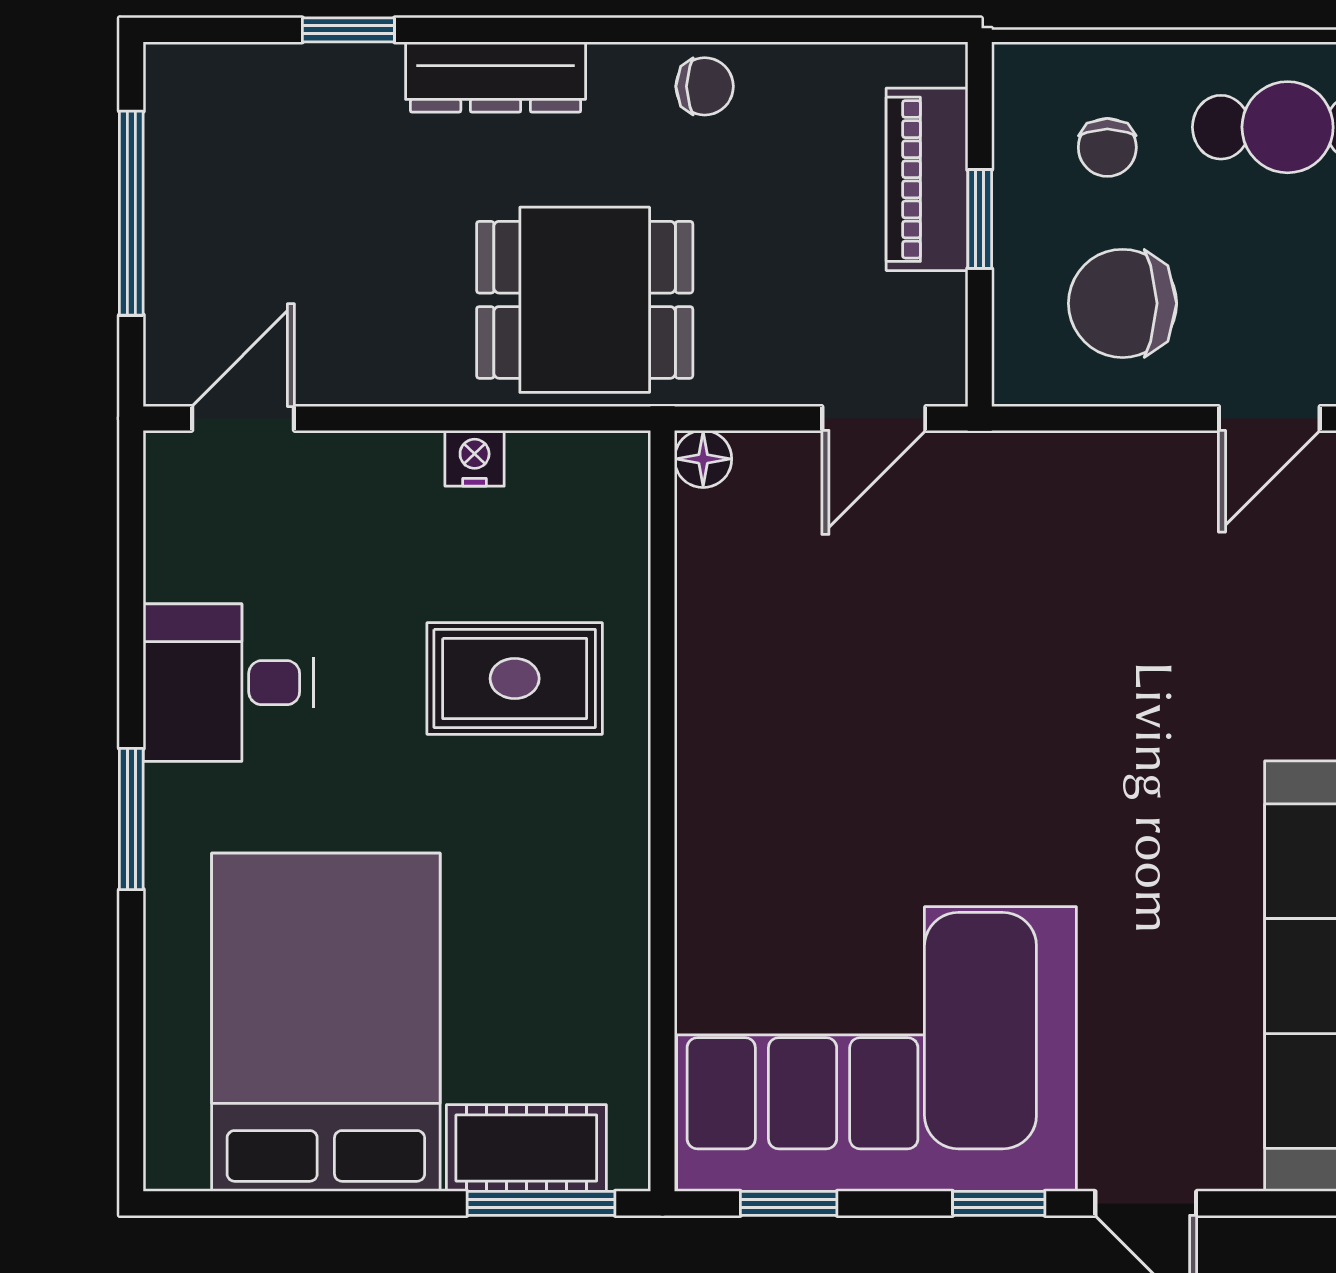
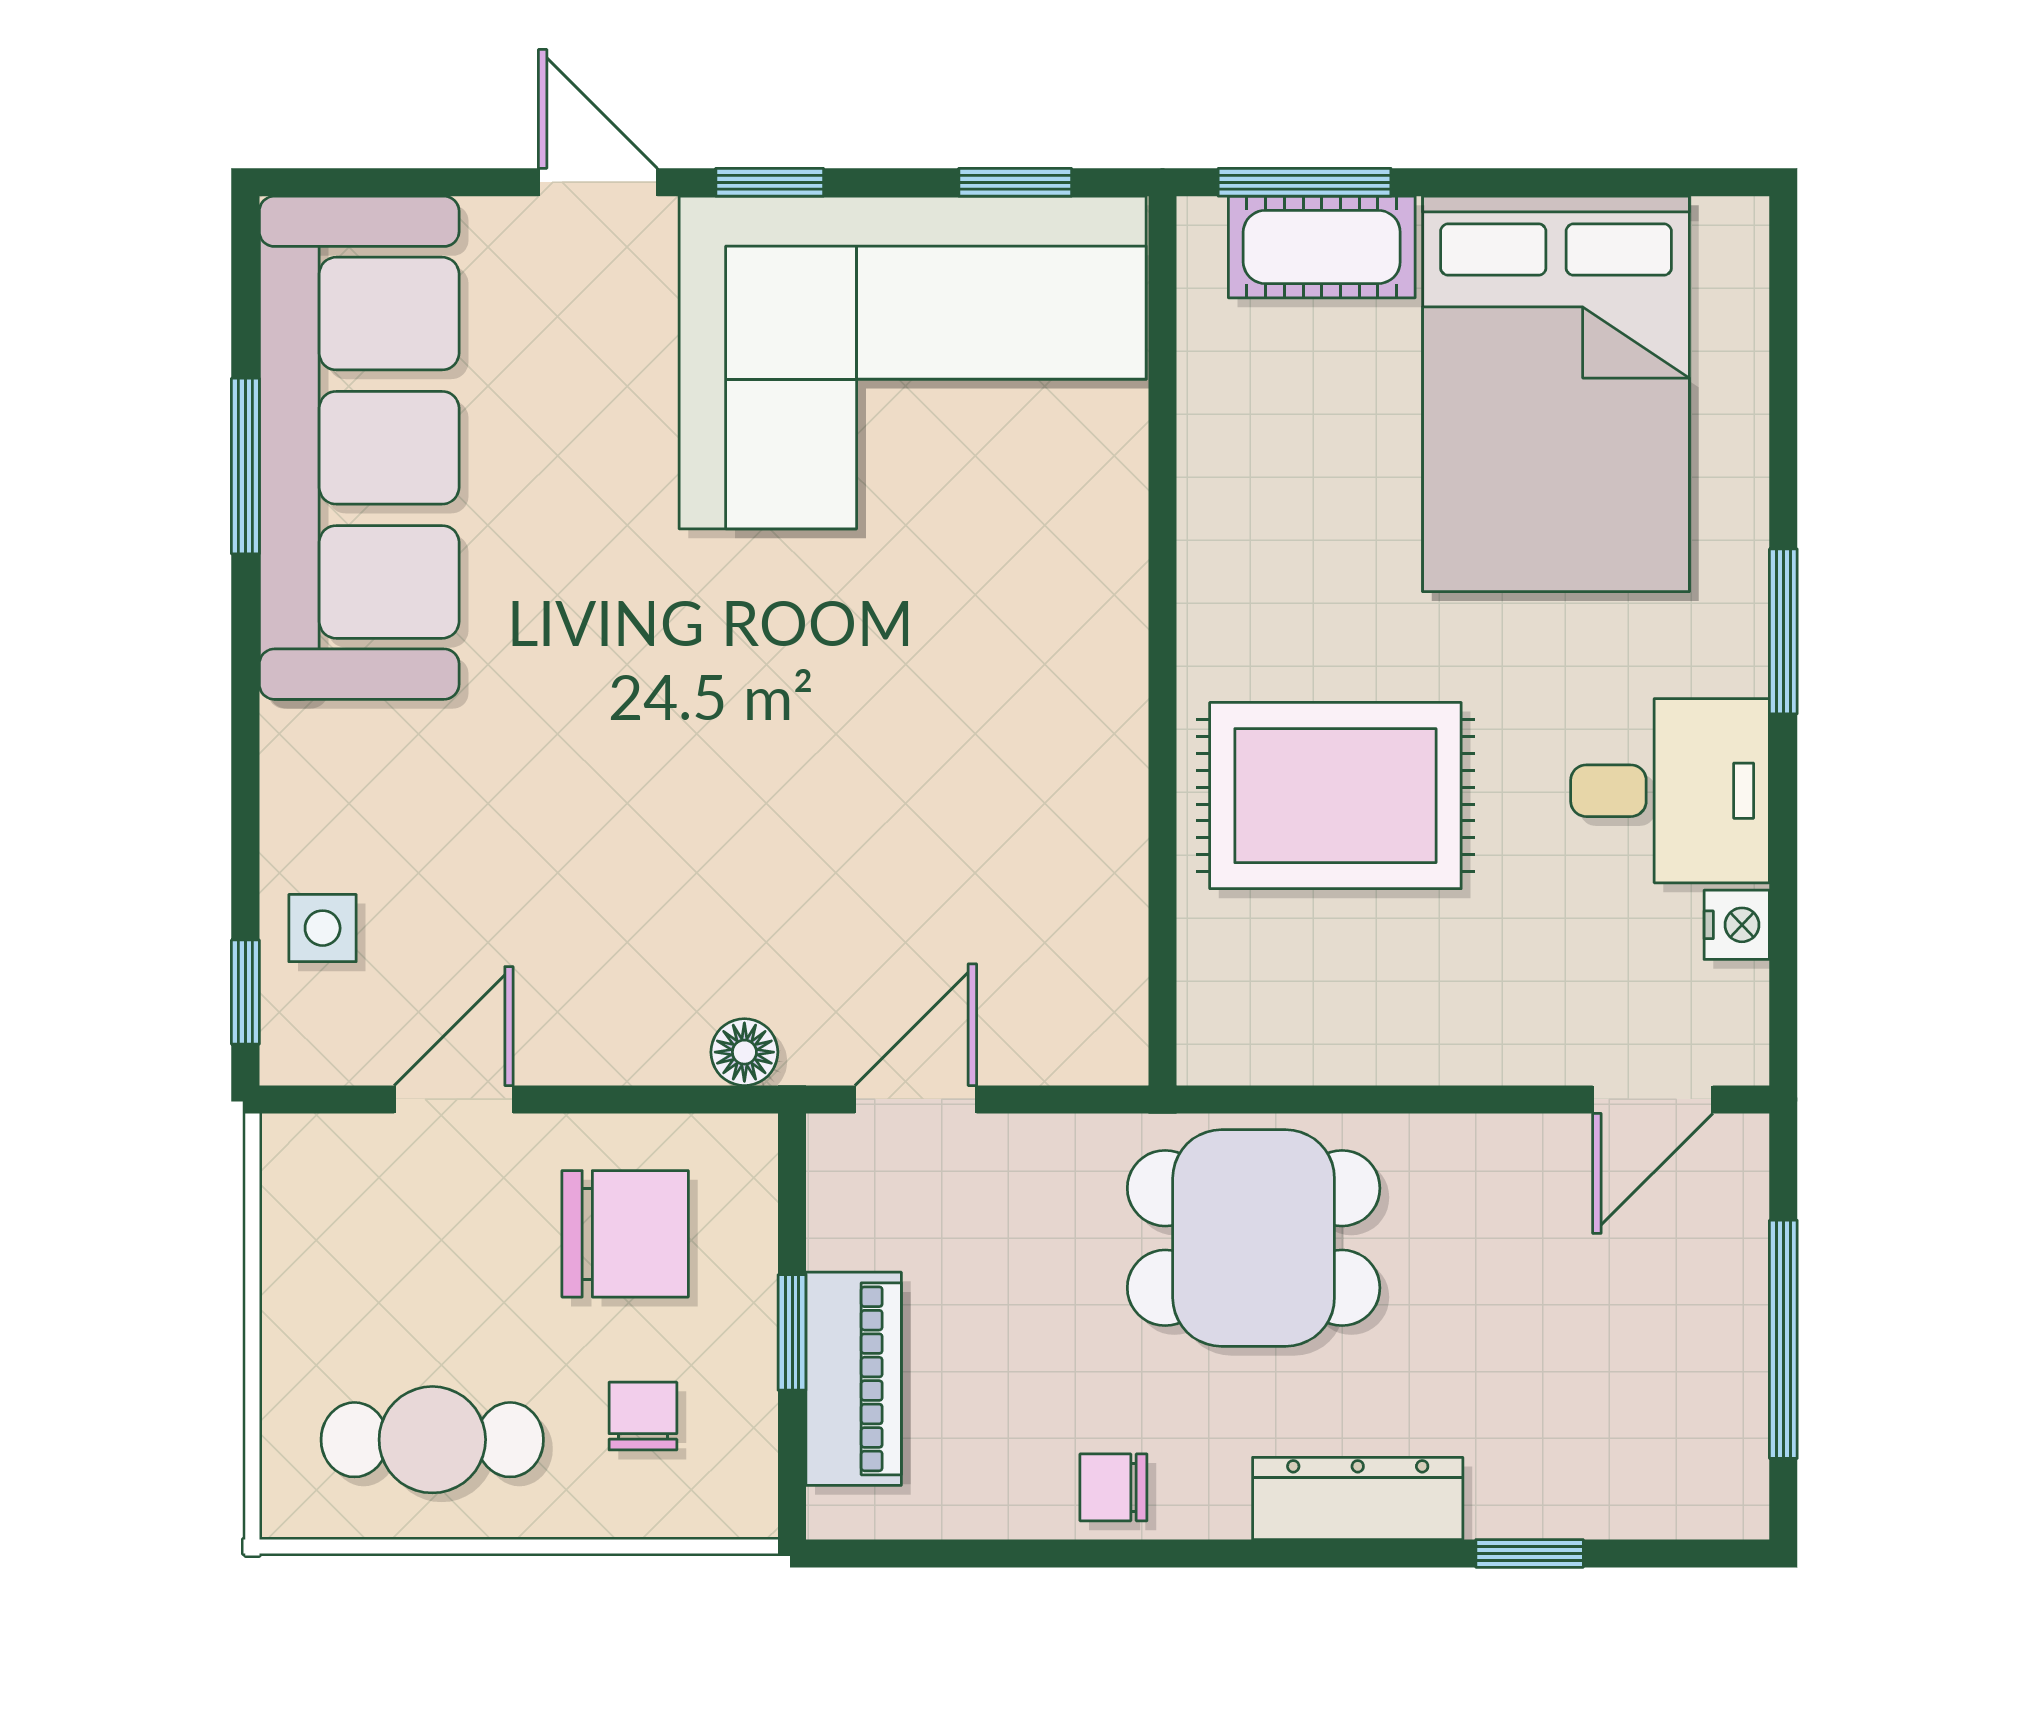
nightstand: (475, 458) -> (1737, 925), moved, turned -90
floor lamp: (703, 459) -> (744, 1052), moved
rug: (515, 678) -> (1335, 796), width x1.36, depth x1.43

